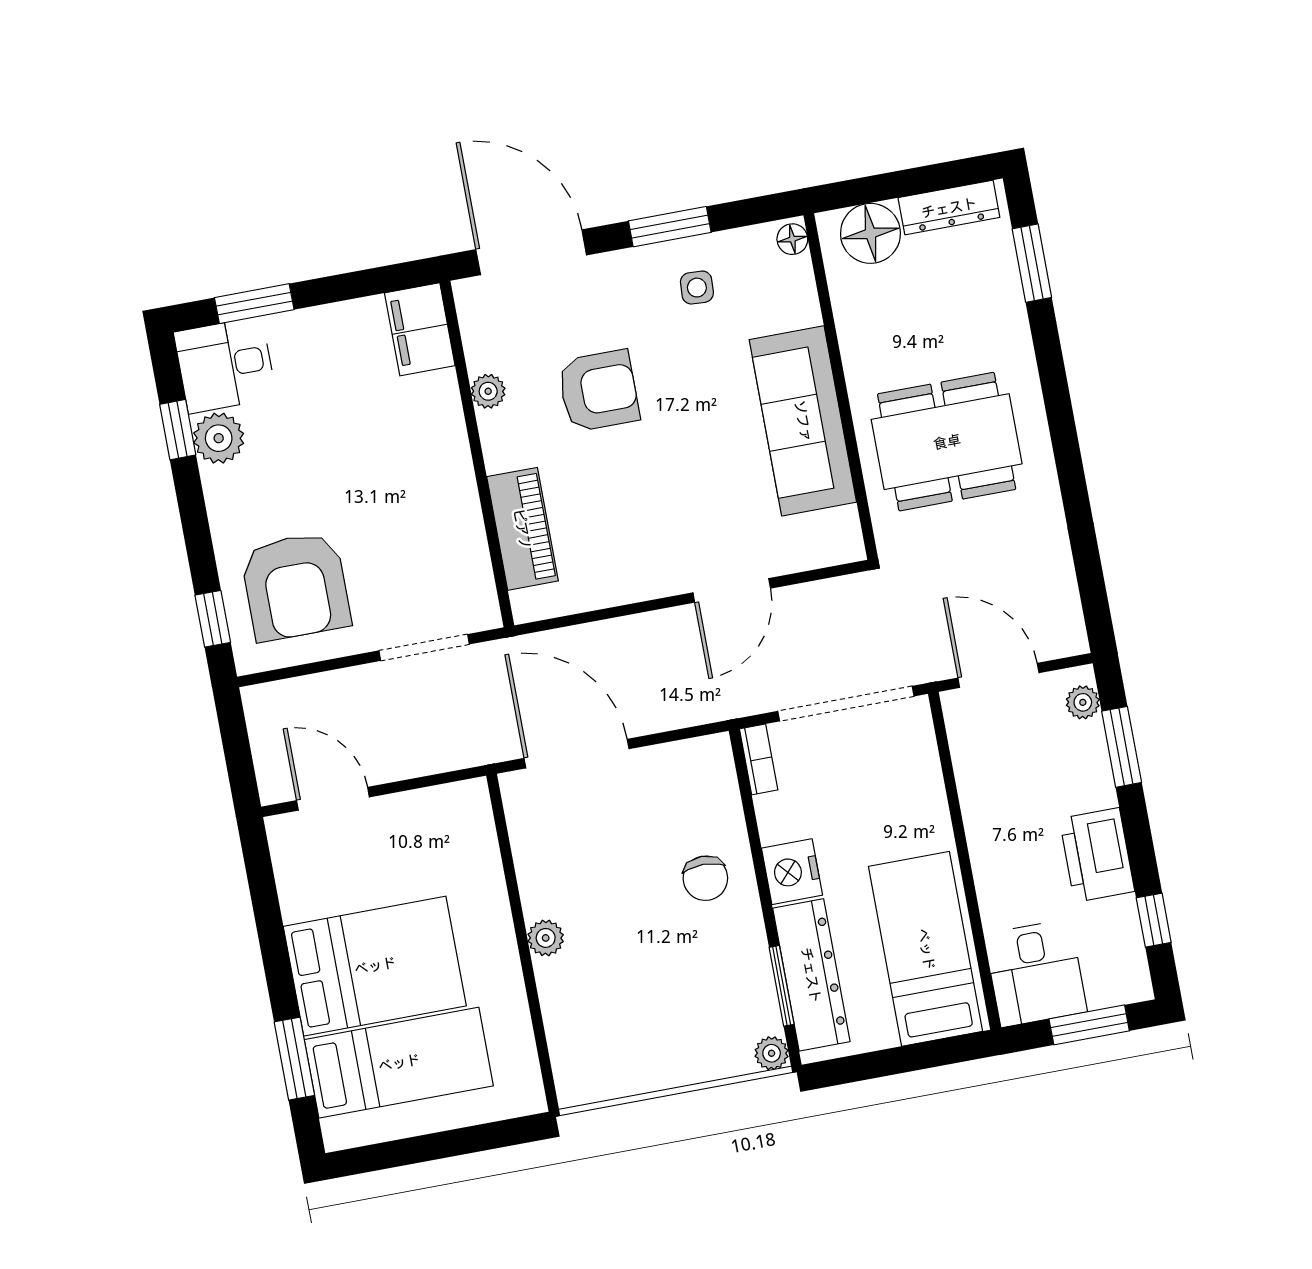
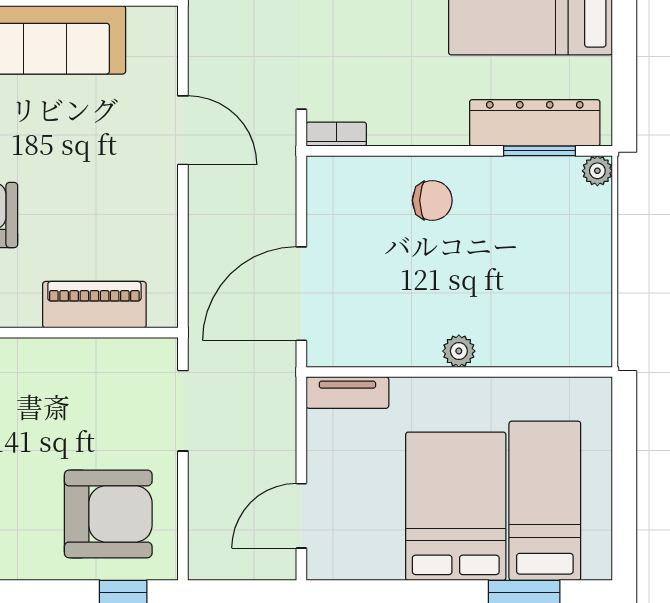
tv unit: (478, 824) -> (347, 393), added
nightstand: (792, 872) -> (441, 123), removed

